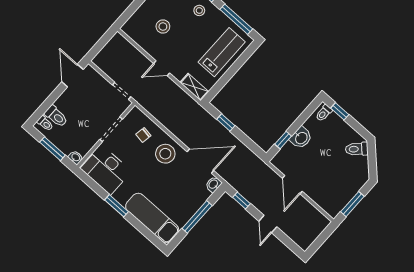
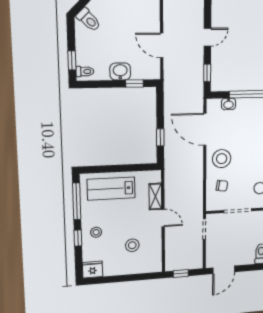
window: (103, 41) -> (181, 273), added
shelving: (194, 87) -> (155, 196), moved
washbasin: (213, 184) -> (228, 104), moved
door: (292, 185) -> (162, 45), swing flipped

